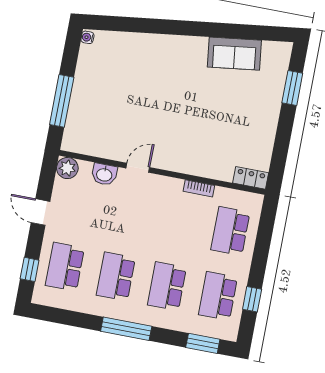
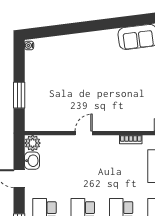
window: (62, 101) -> (19, 95), width x0.69
washbasin: (104, 174) -> (32, 161), moved, turned -90

